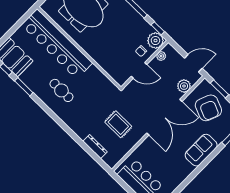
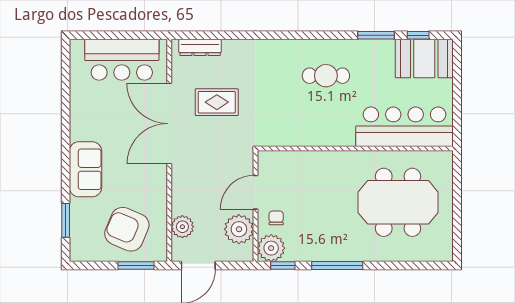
bar counter: (57, 44) -> (404, 127), width x0.73
plant: (161, 56) -> (239, 229), width x1.88, depth x1.88
double door: (164, 117) -> (169, 124), moved
dresser: (95, 147) -> (200, 47), moved

